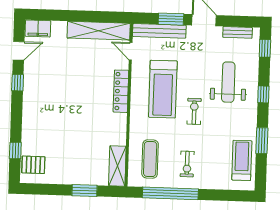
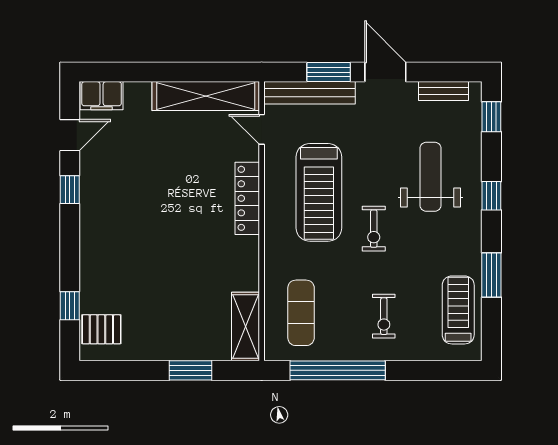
exercise bike: (194, 111) -> (374, 229), turned 180
exercise bike: (187, 164) -> (384, 316), moved

